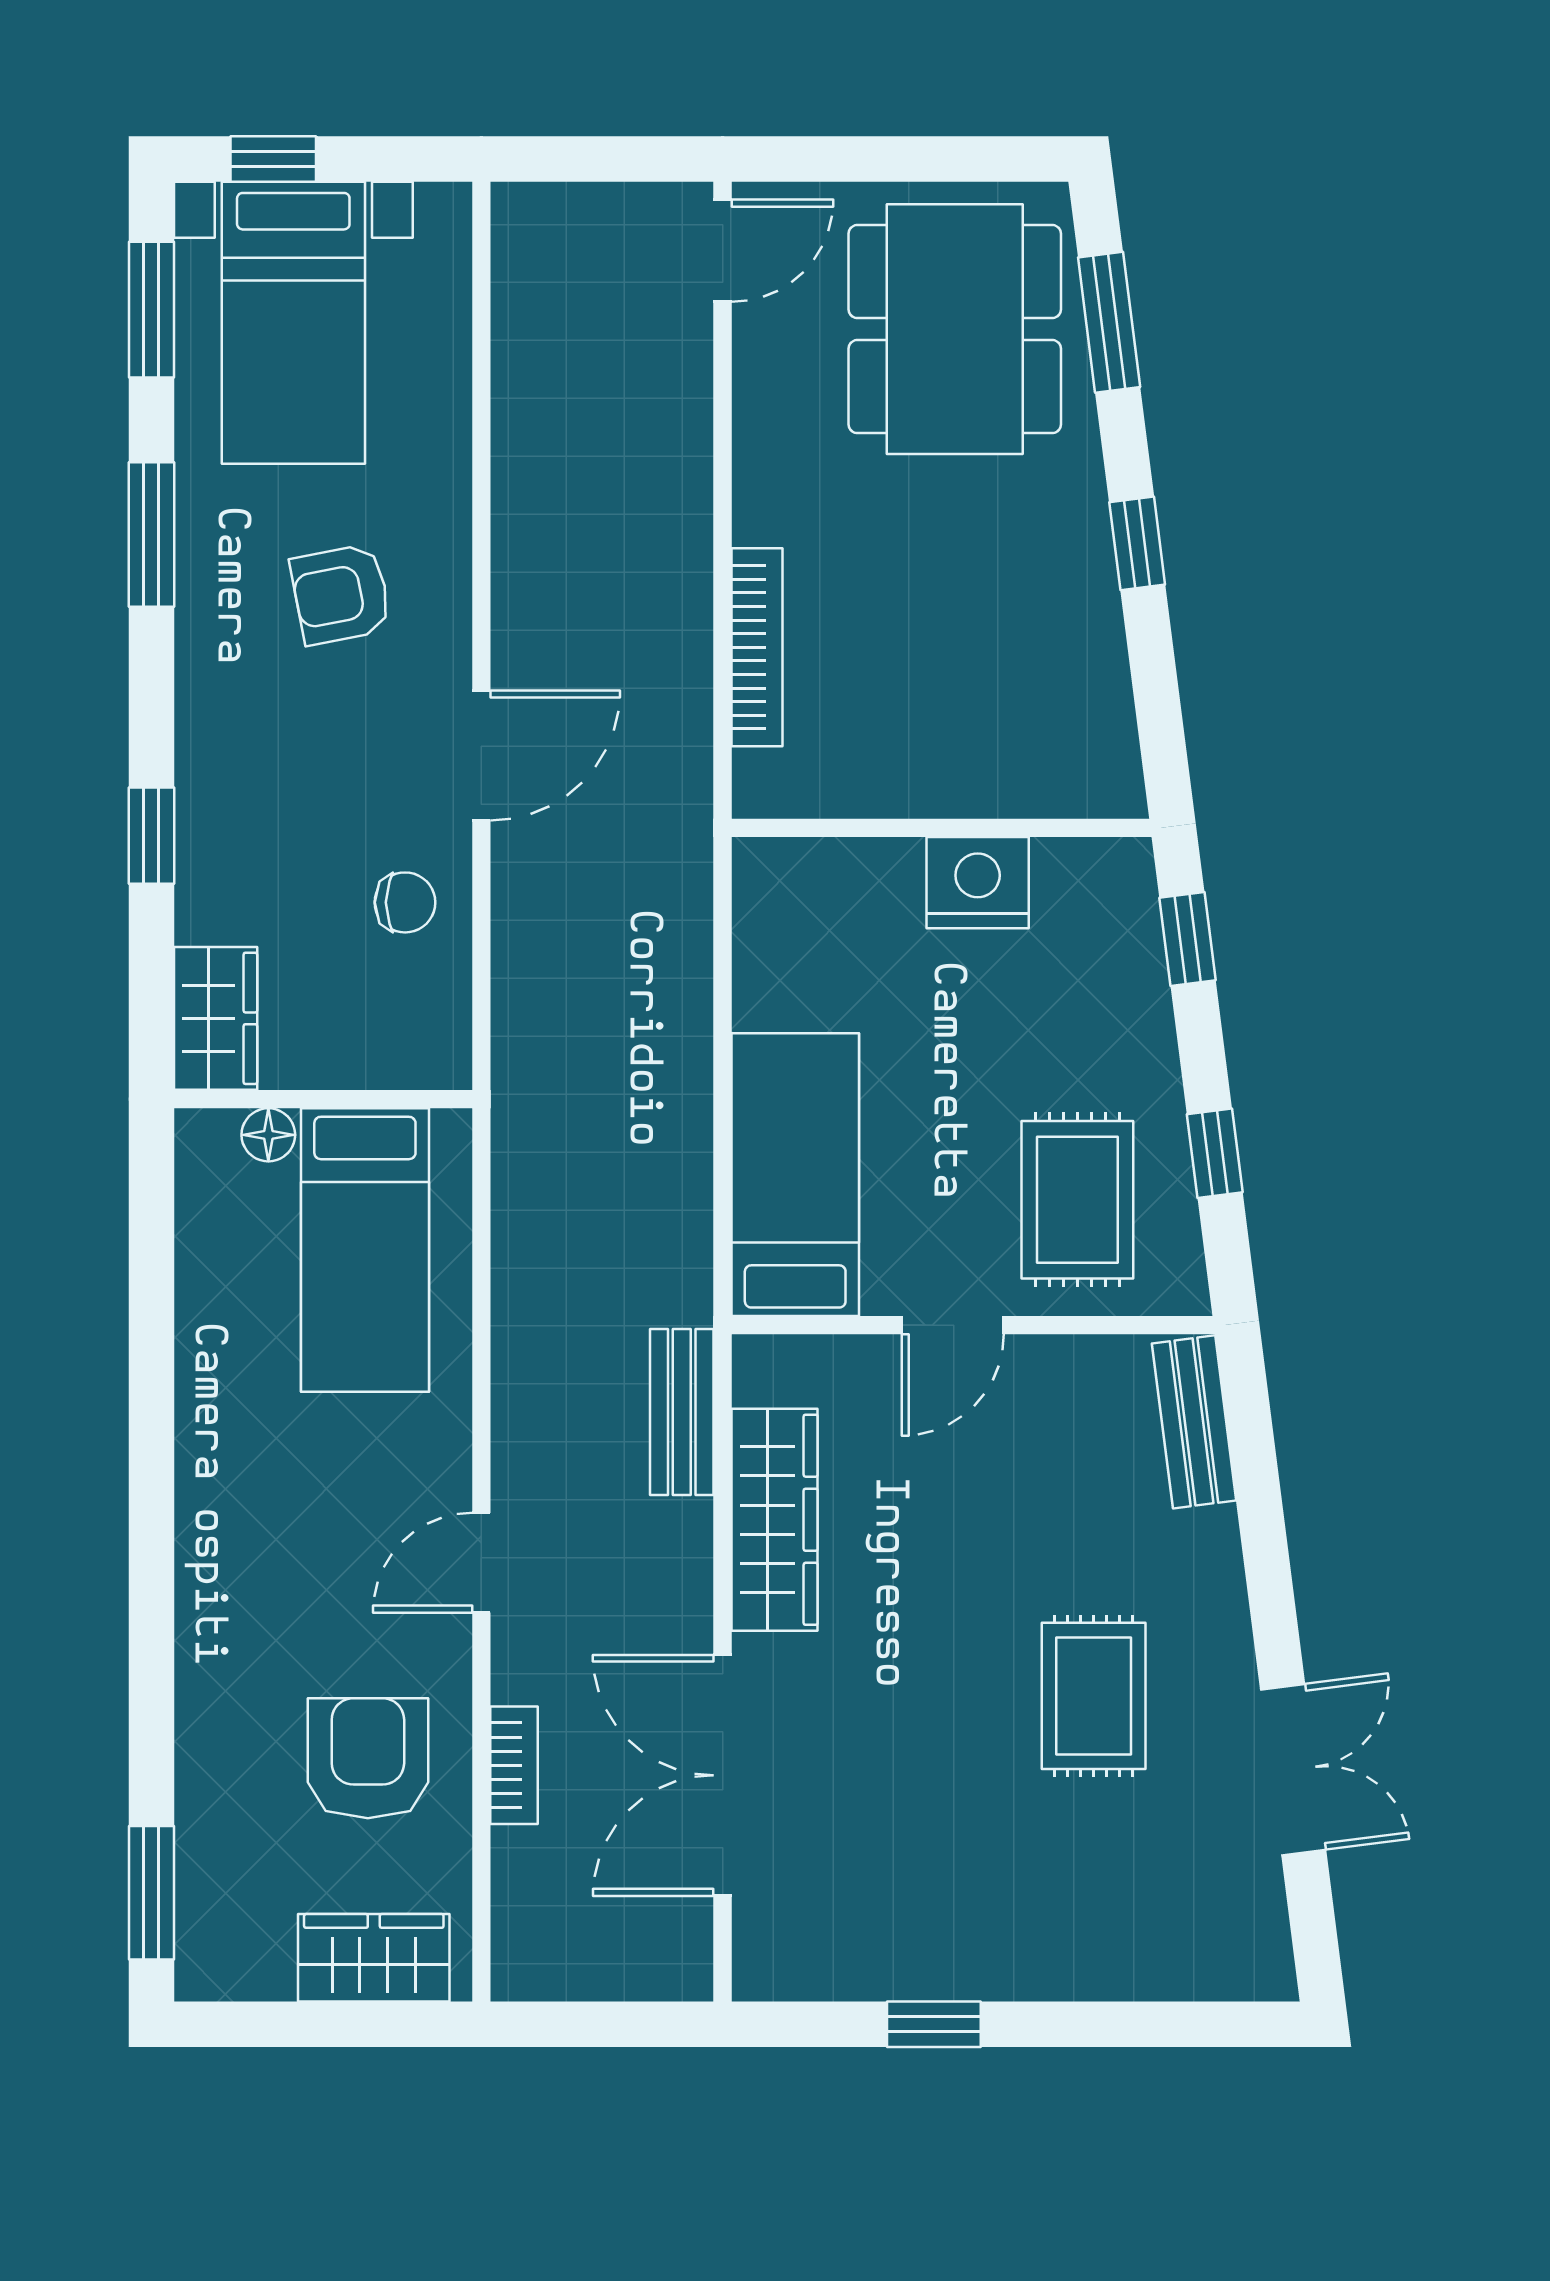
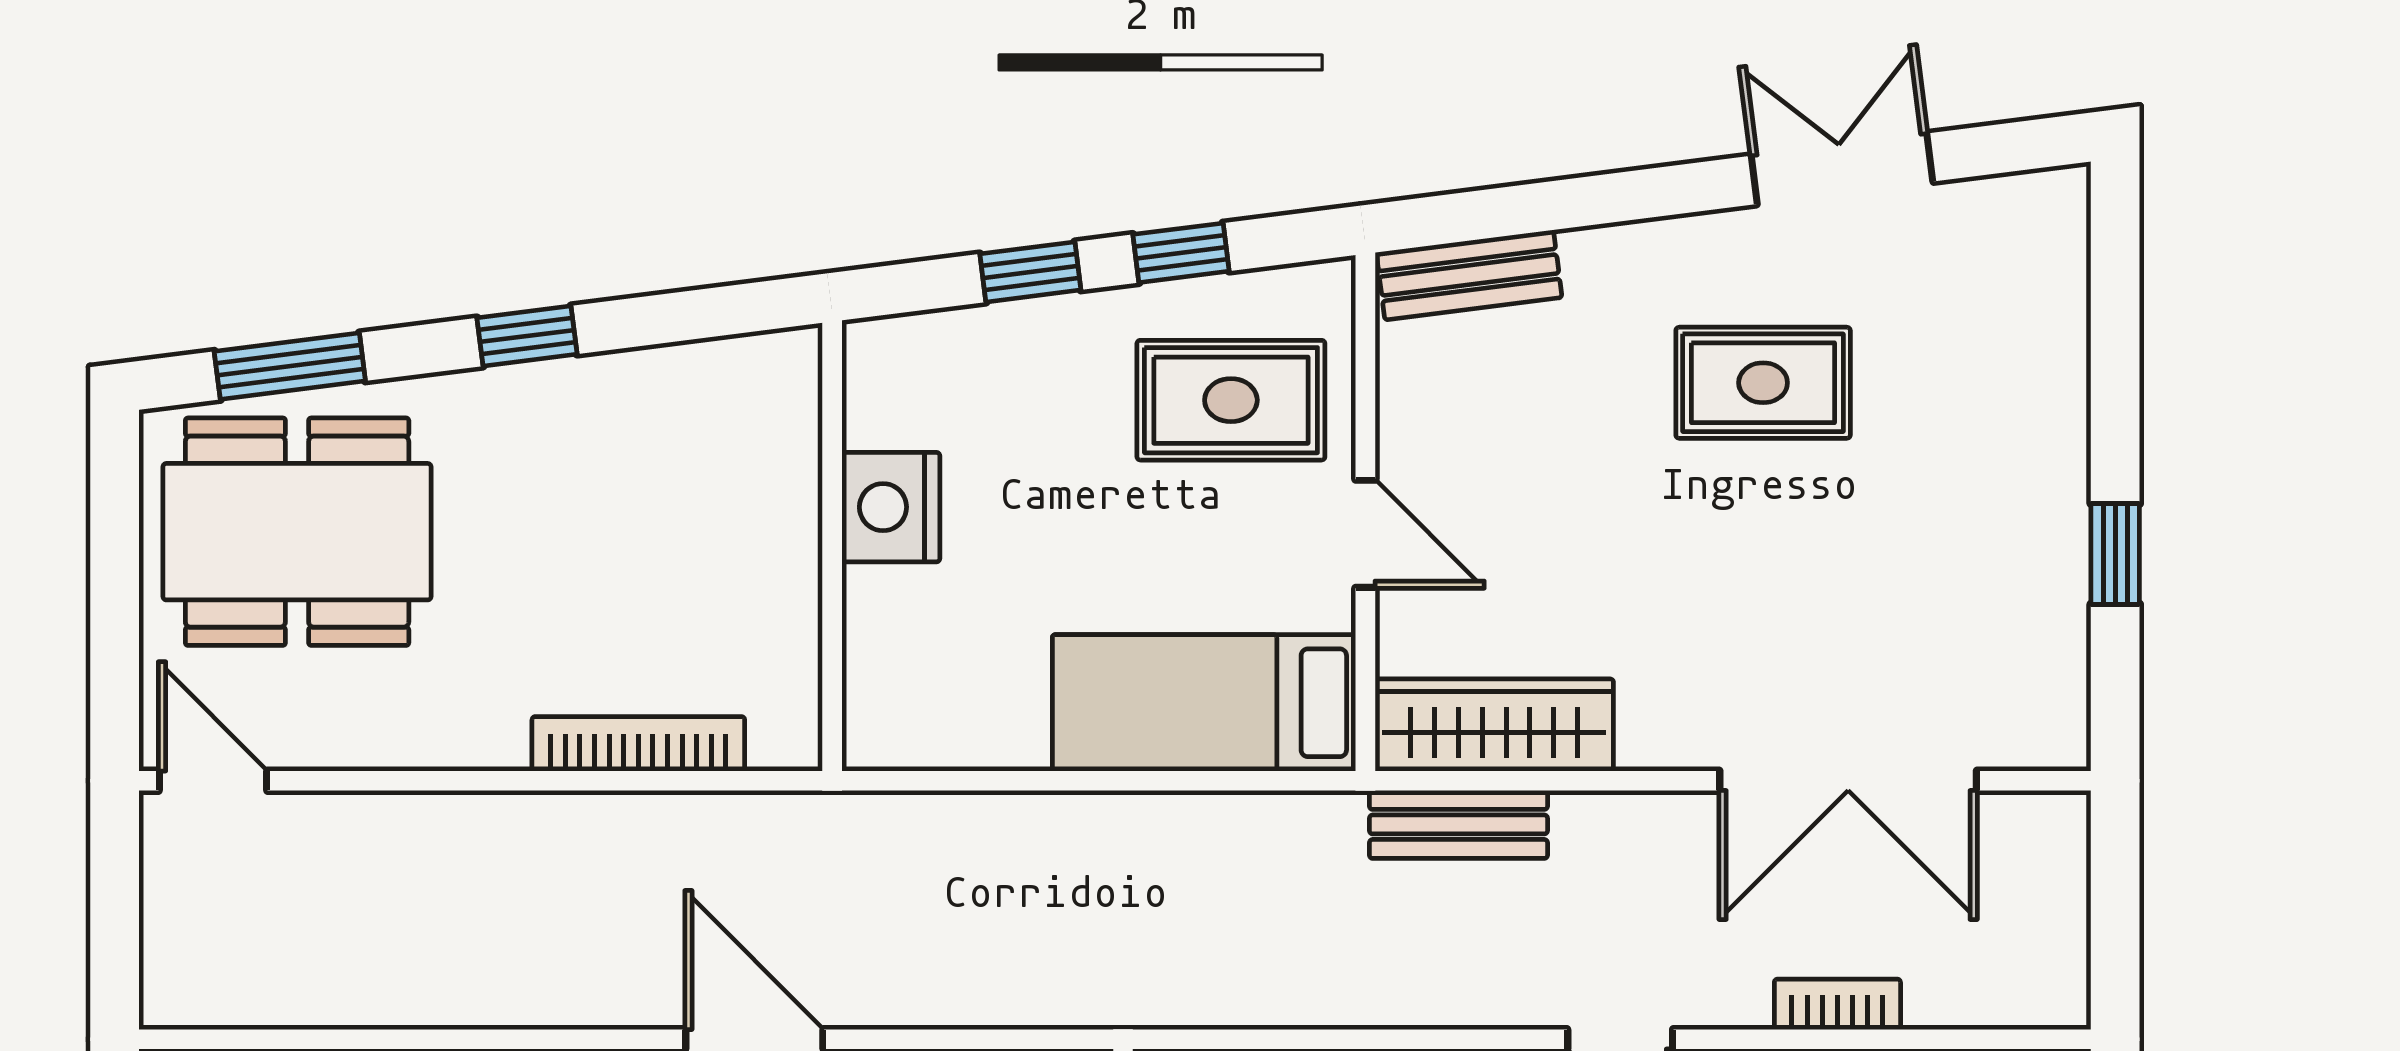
window: (1187, 939) -> (1030, 272), moved
wardrobe: (775, 1520) -> (1494, 725), moved

